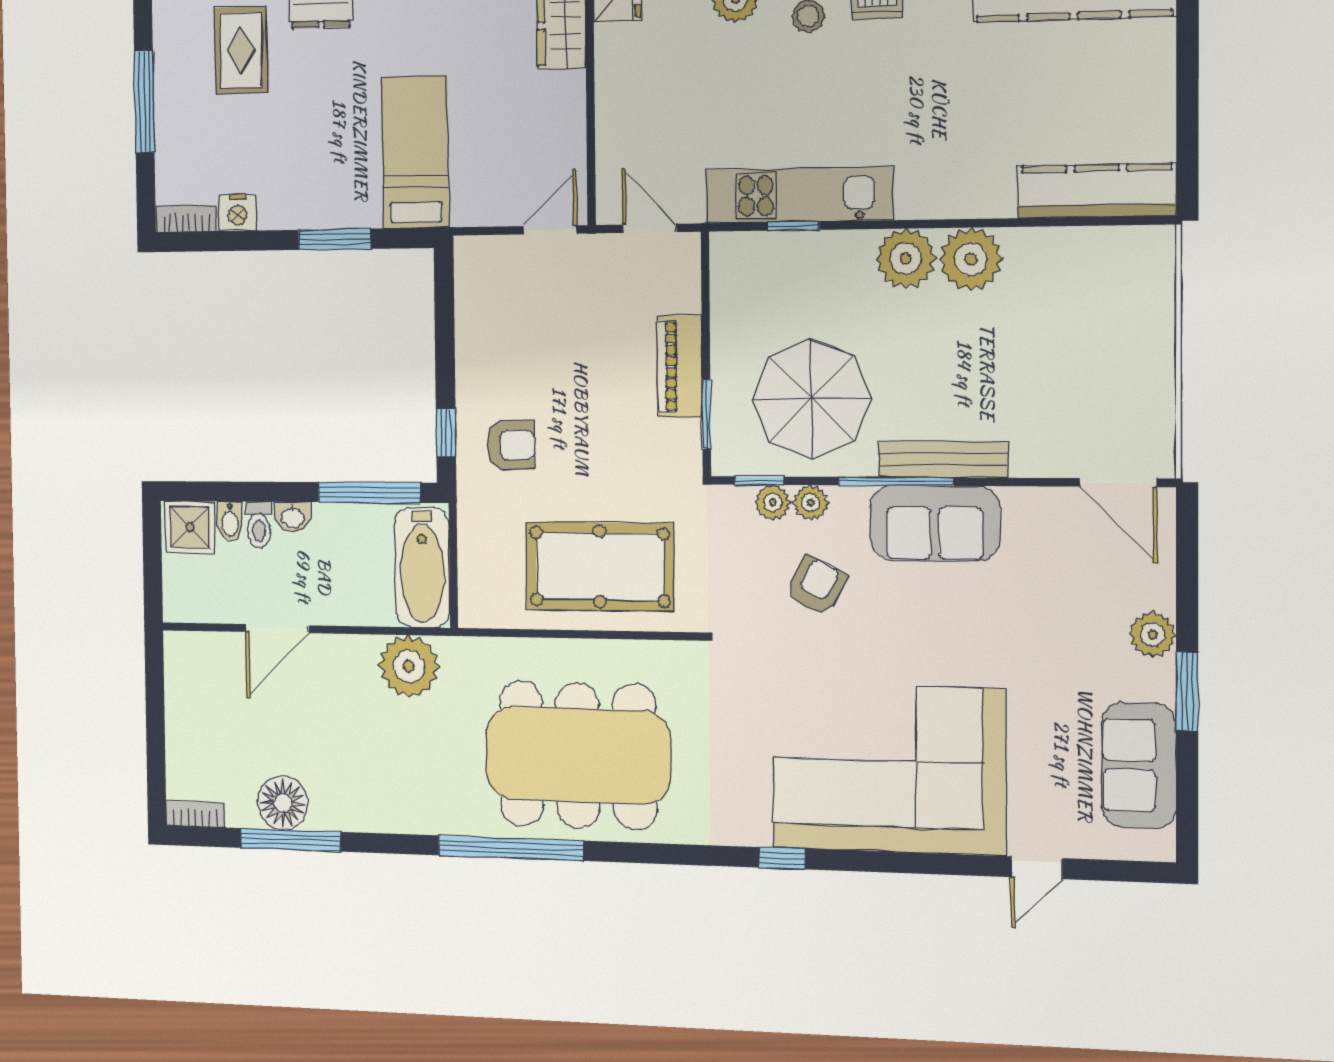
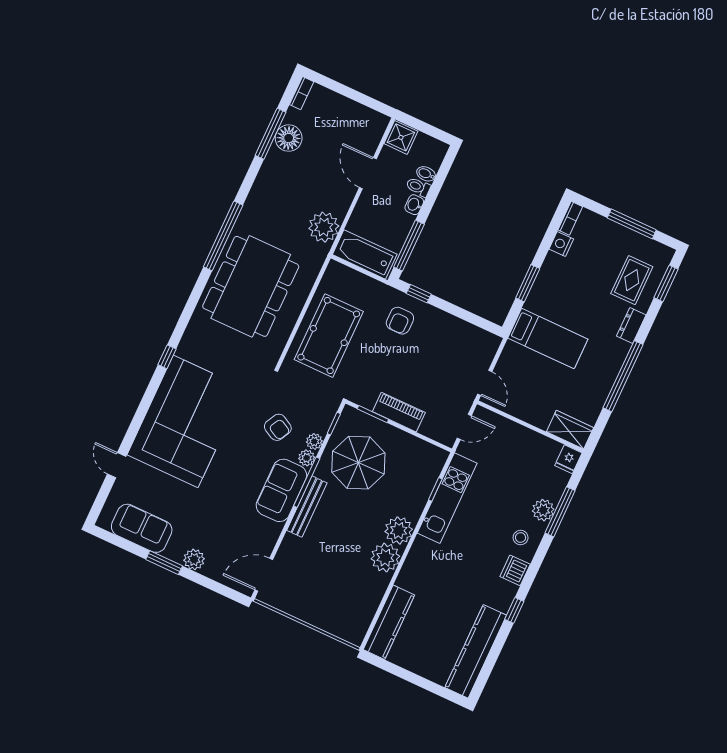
rug: (241, 50) -> (632, 280), turned 90
plant: (773, 502) -> (307, 458), moved
shower: (190, 527) -> (401, 137), moved

